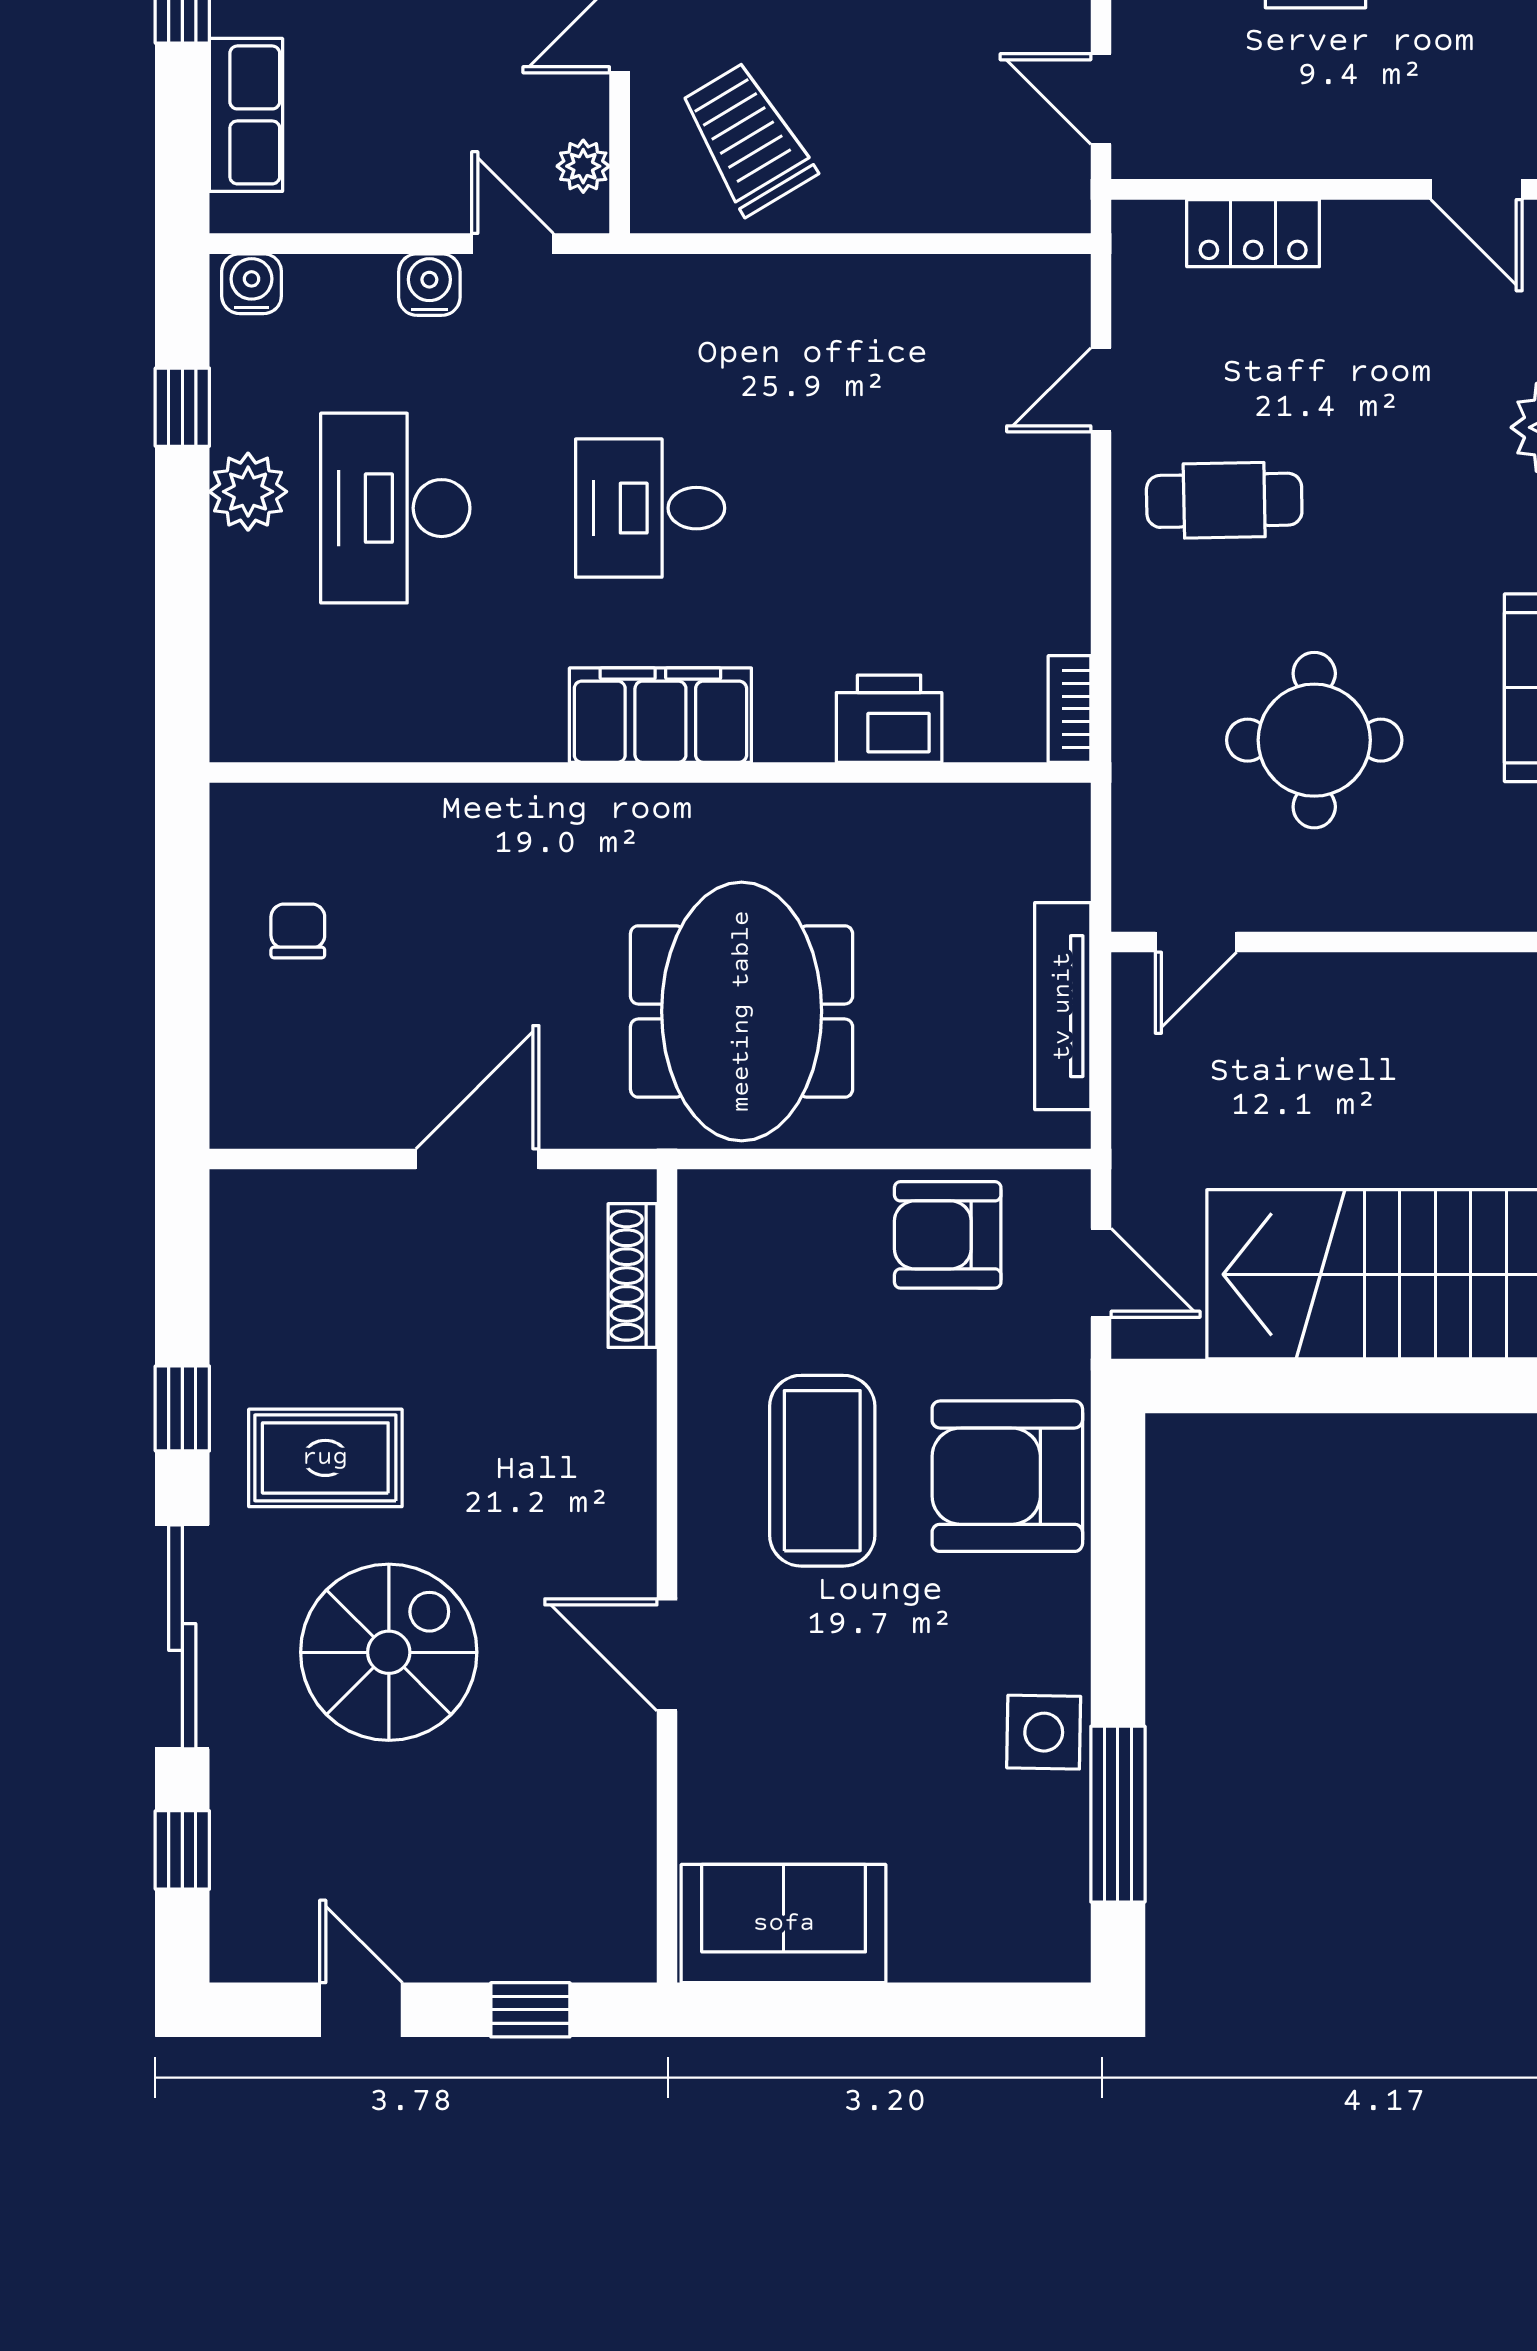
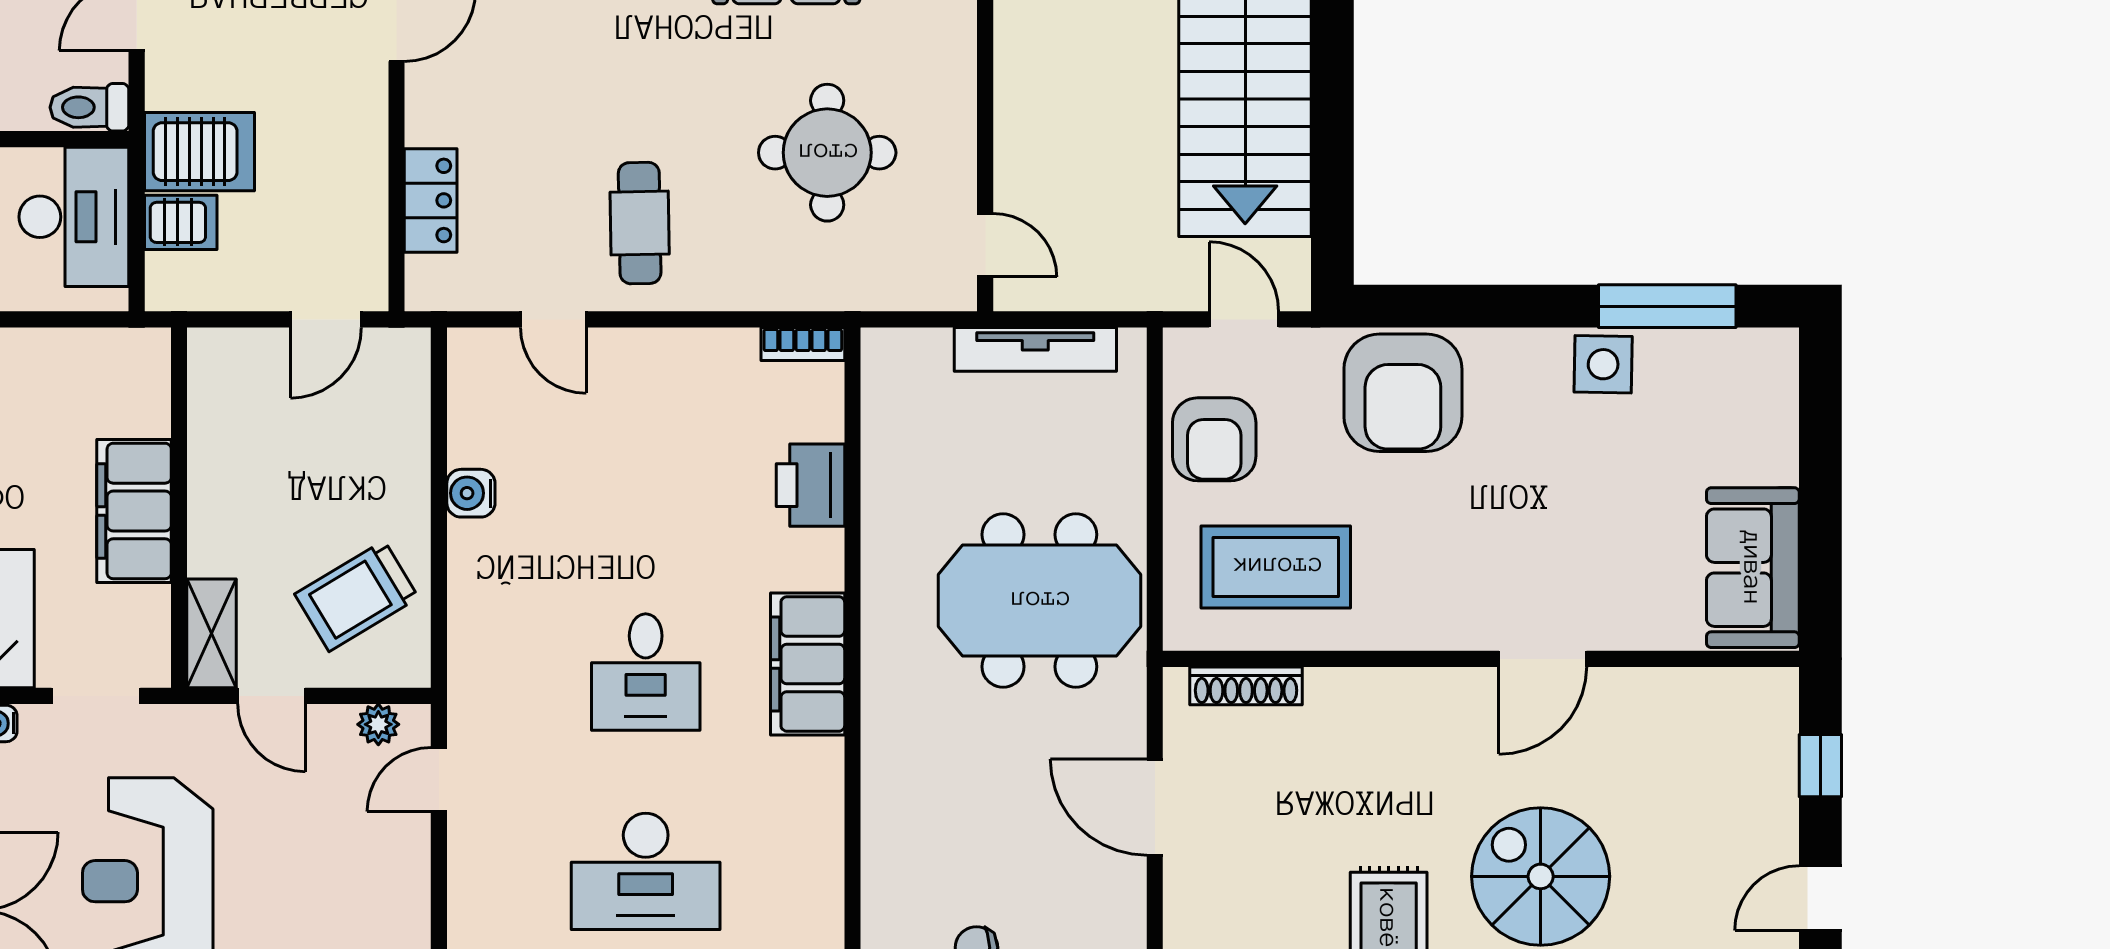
water cooler: (429, 285) -> (471, 493), moved
door: (1101, 1273) -> (1244, 319), hinge flipped
coffee table: (822, 1471) -> (1276, 567), moved

